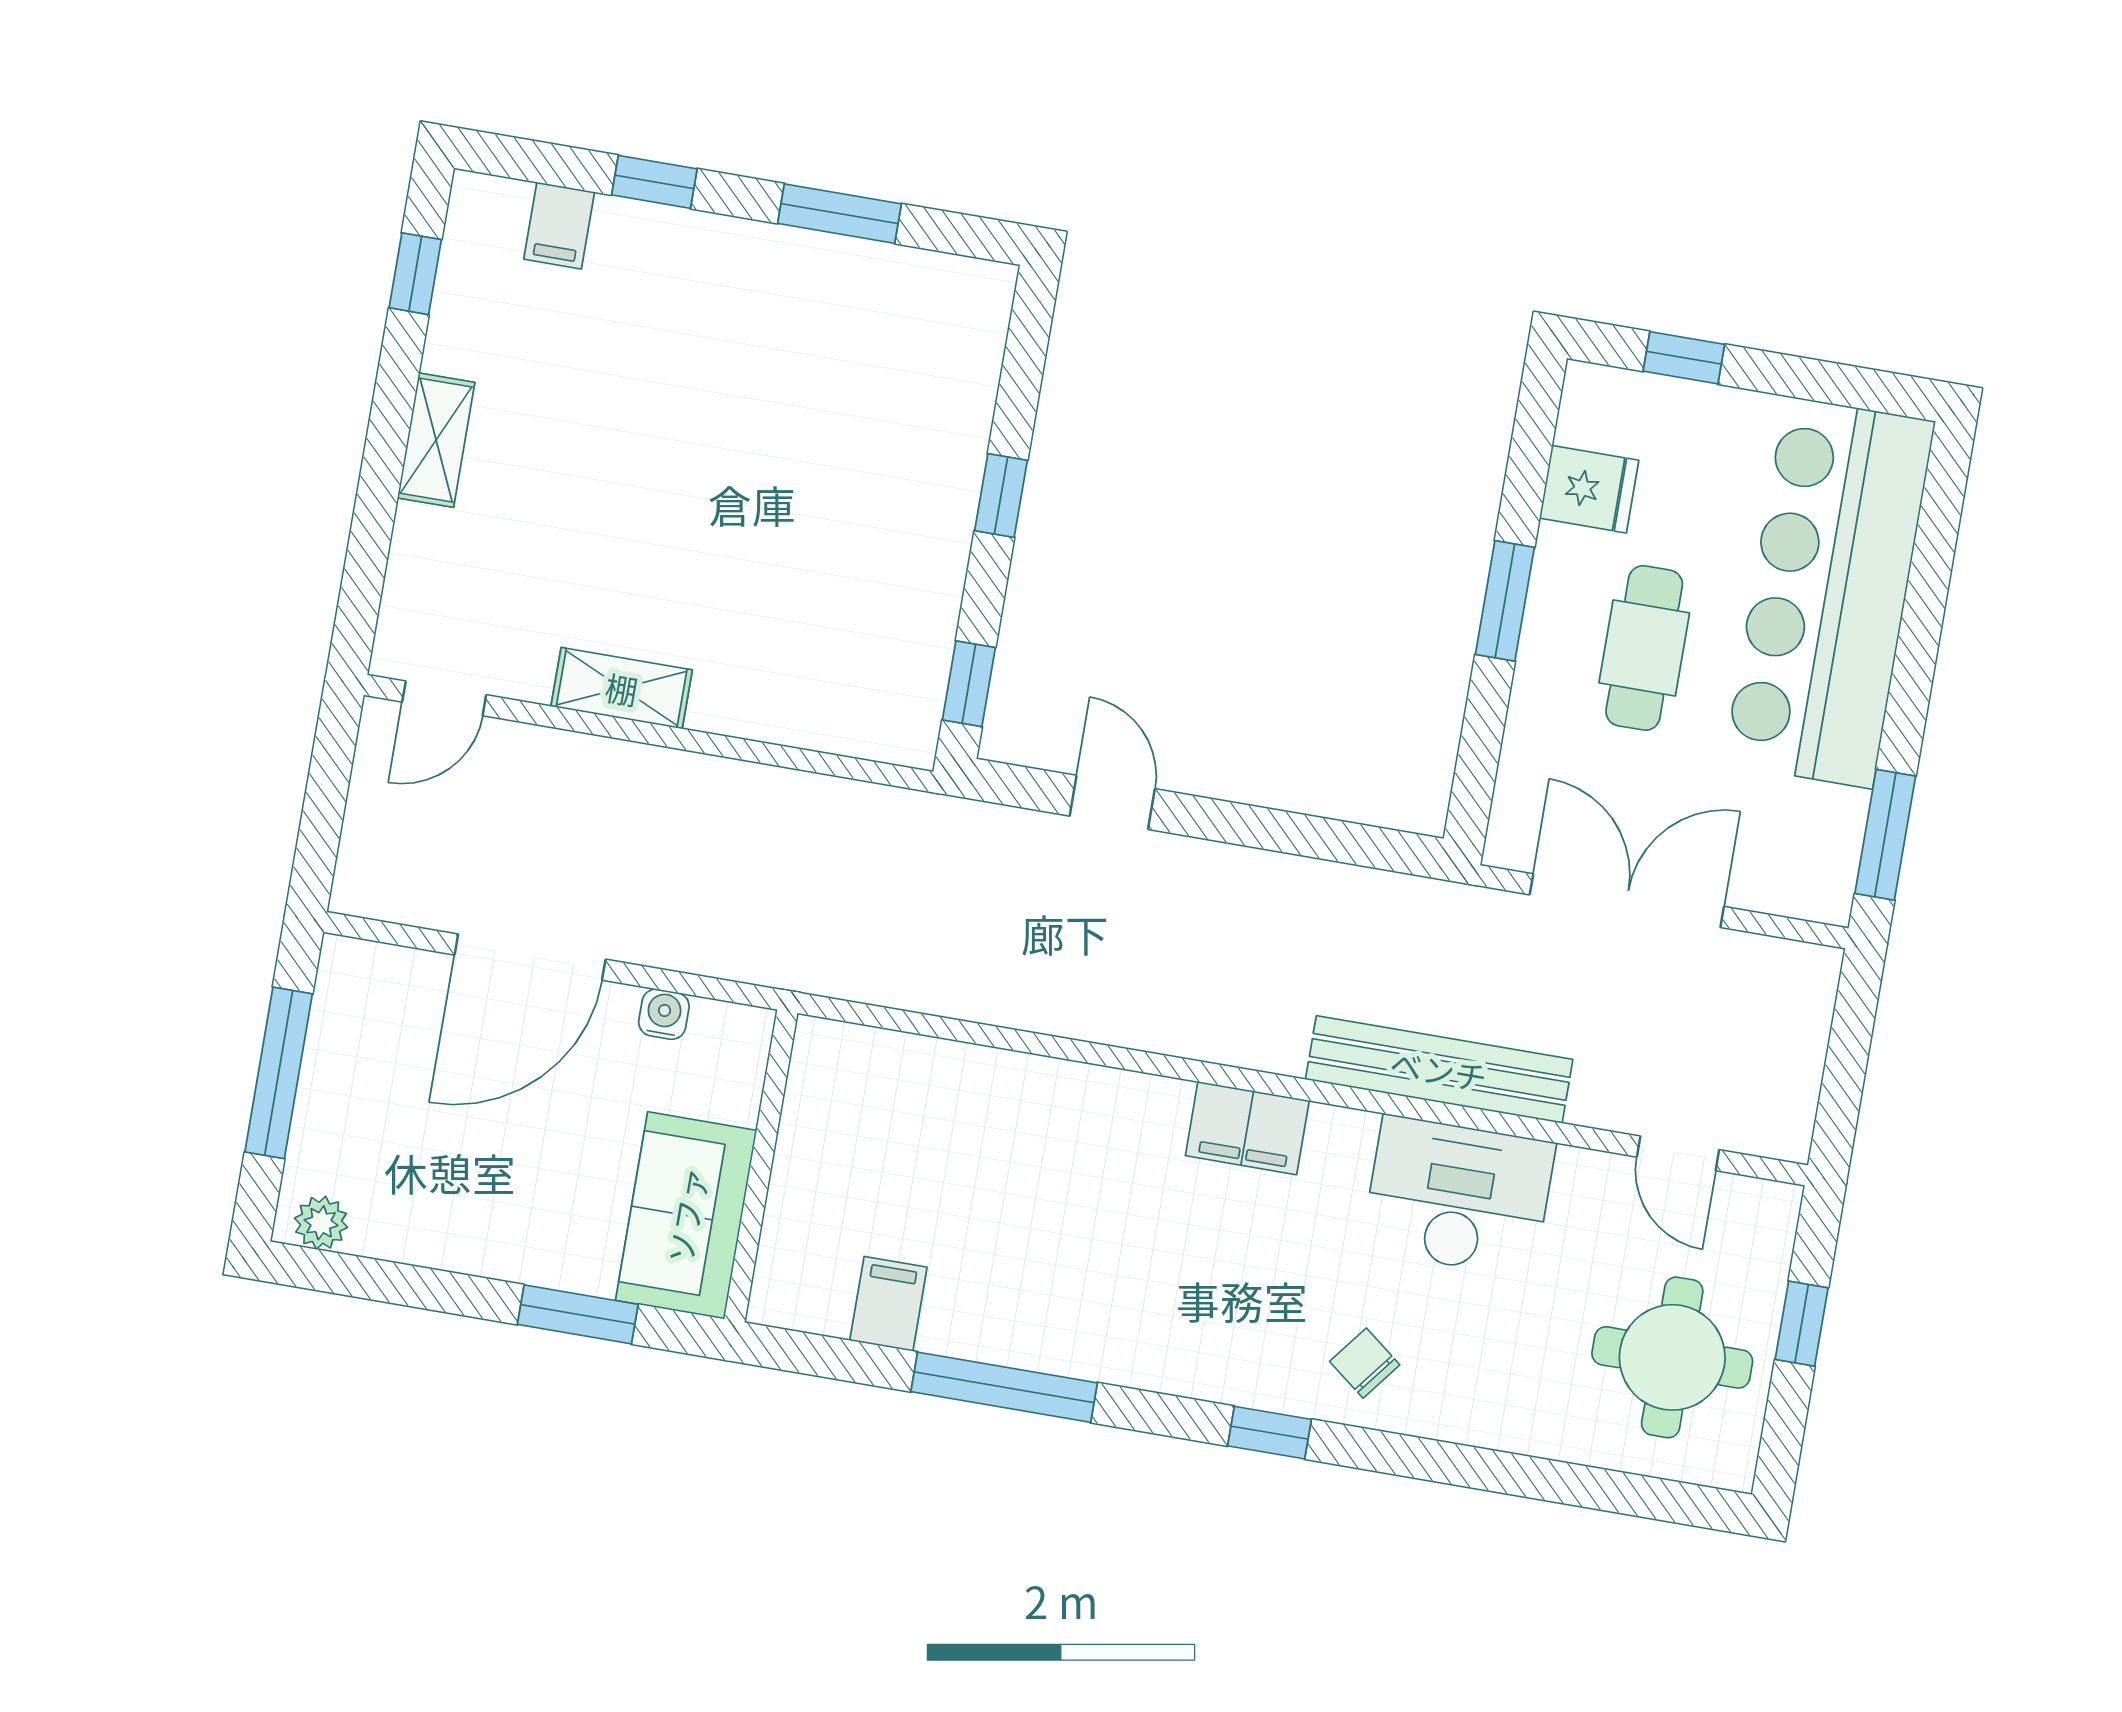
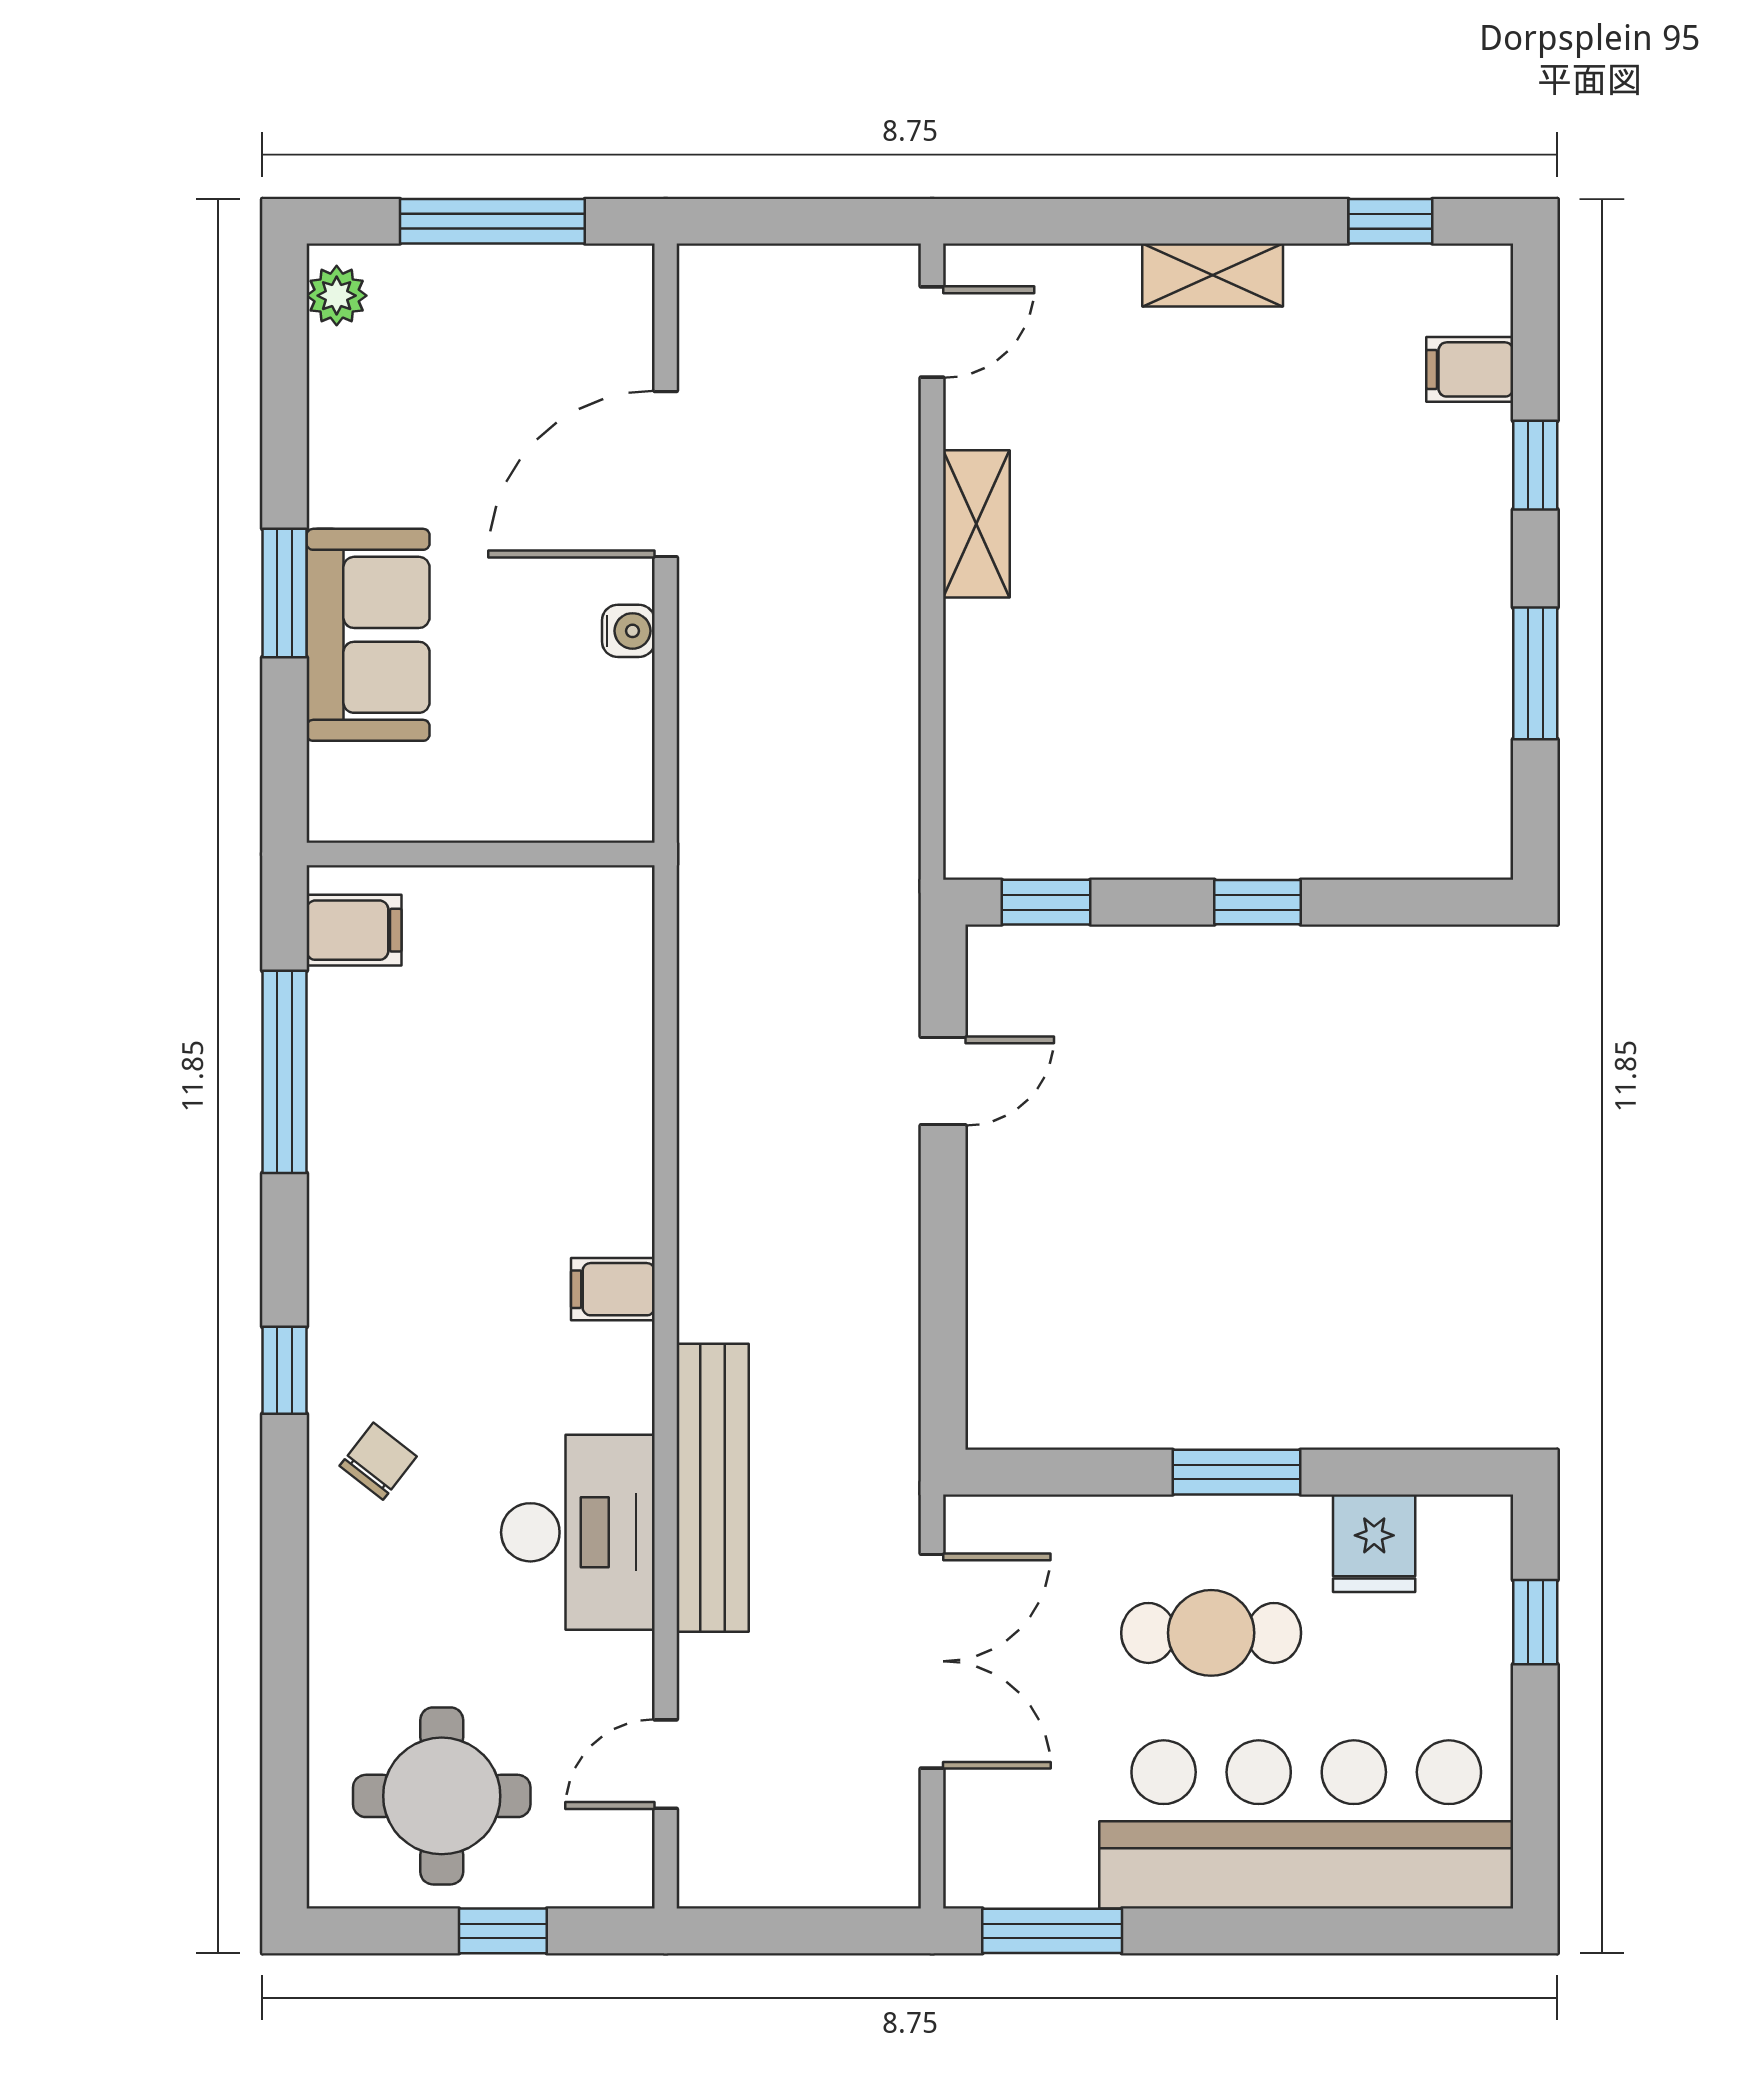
door: (444, 698) -> (932, 332), swing flipped
door: (530, 957) -> (666, 474), hinge flipped
filing cabinet: (1247, 1128) -> (613, 1289), width x0.50
wall: (761, 1166) -> (481, 854), moved
sofa: (686, 1215) -> (368, 635), moved, turned 90

